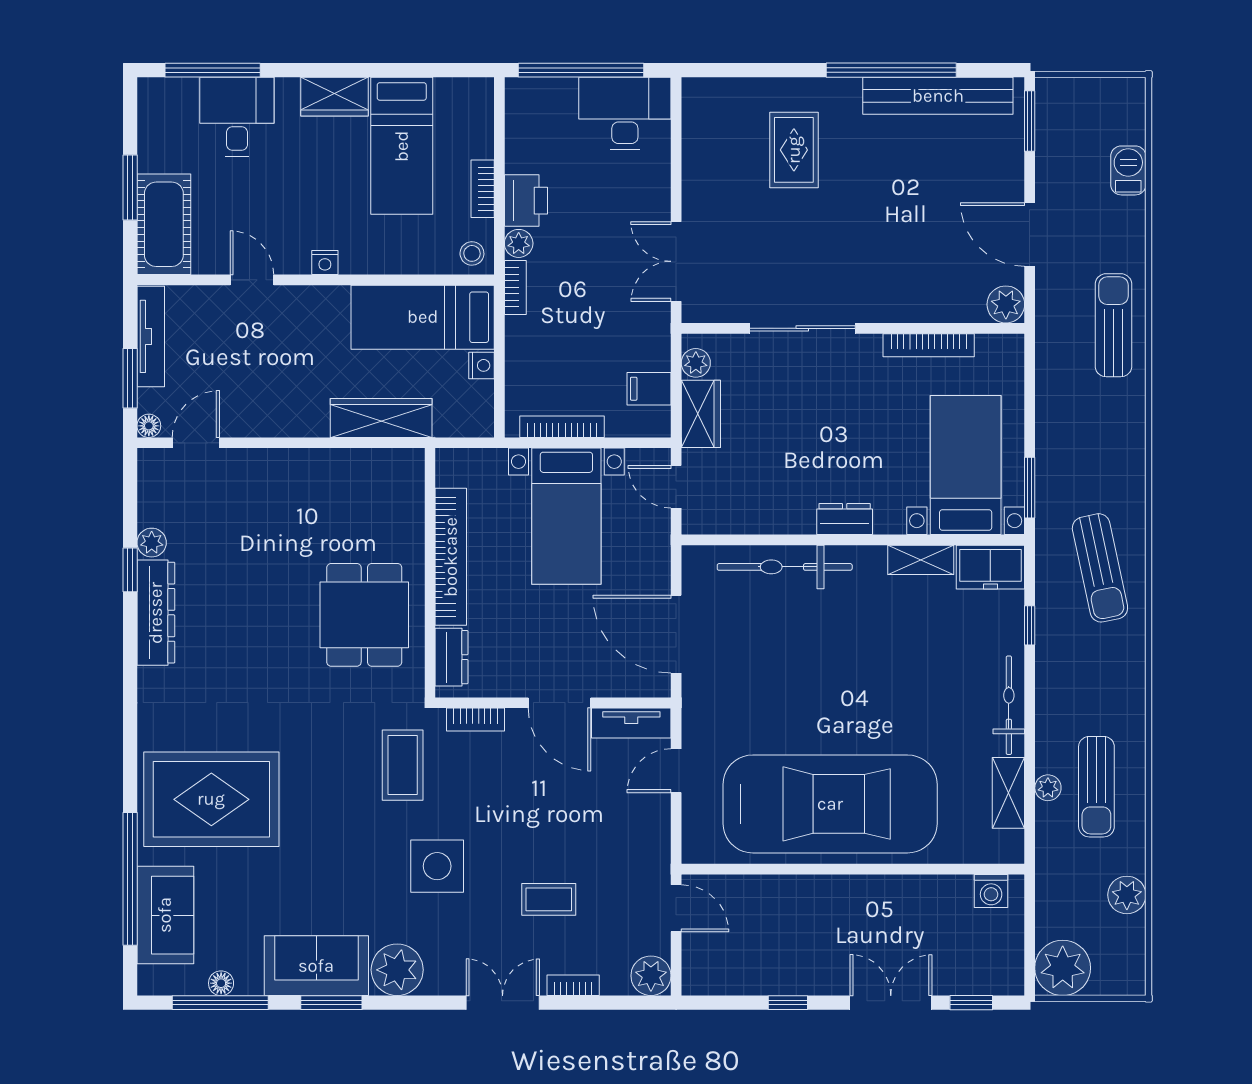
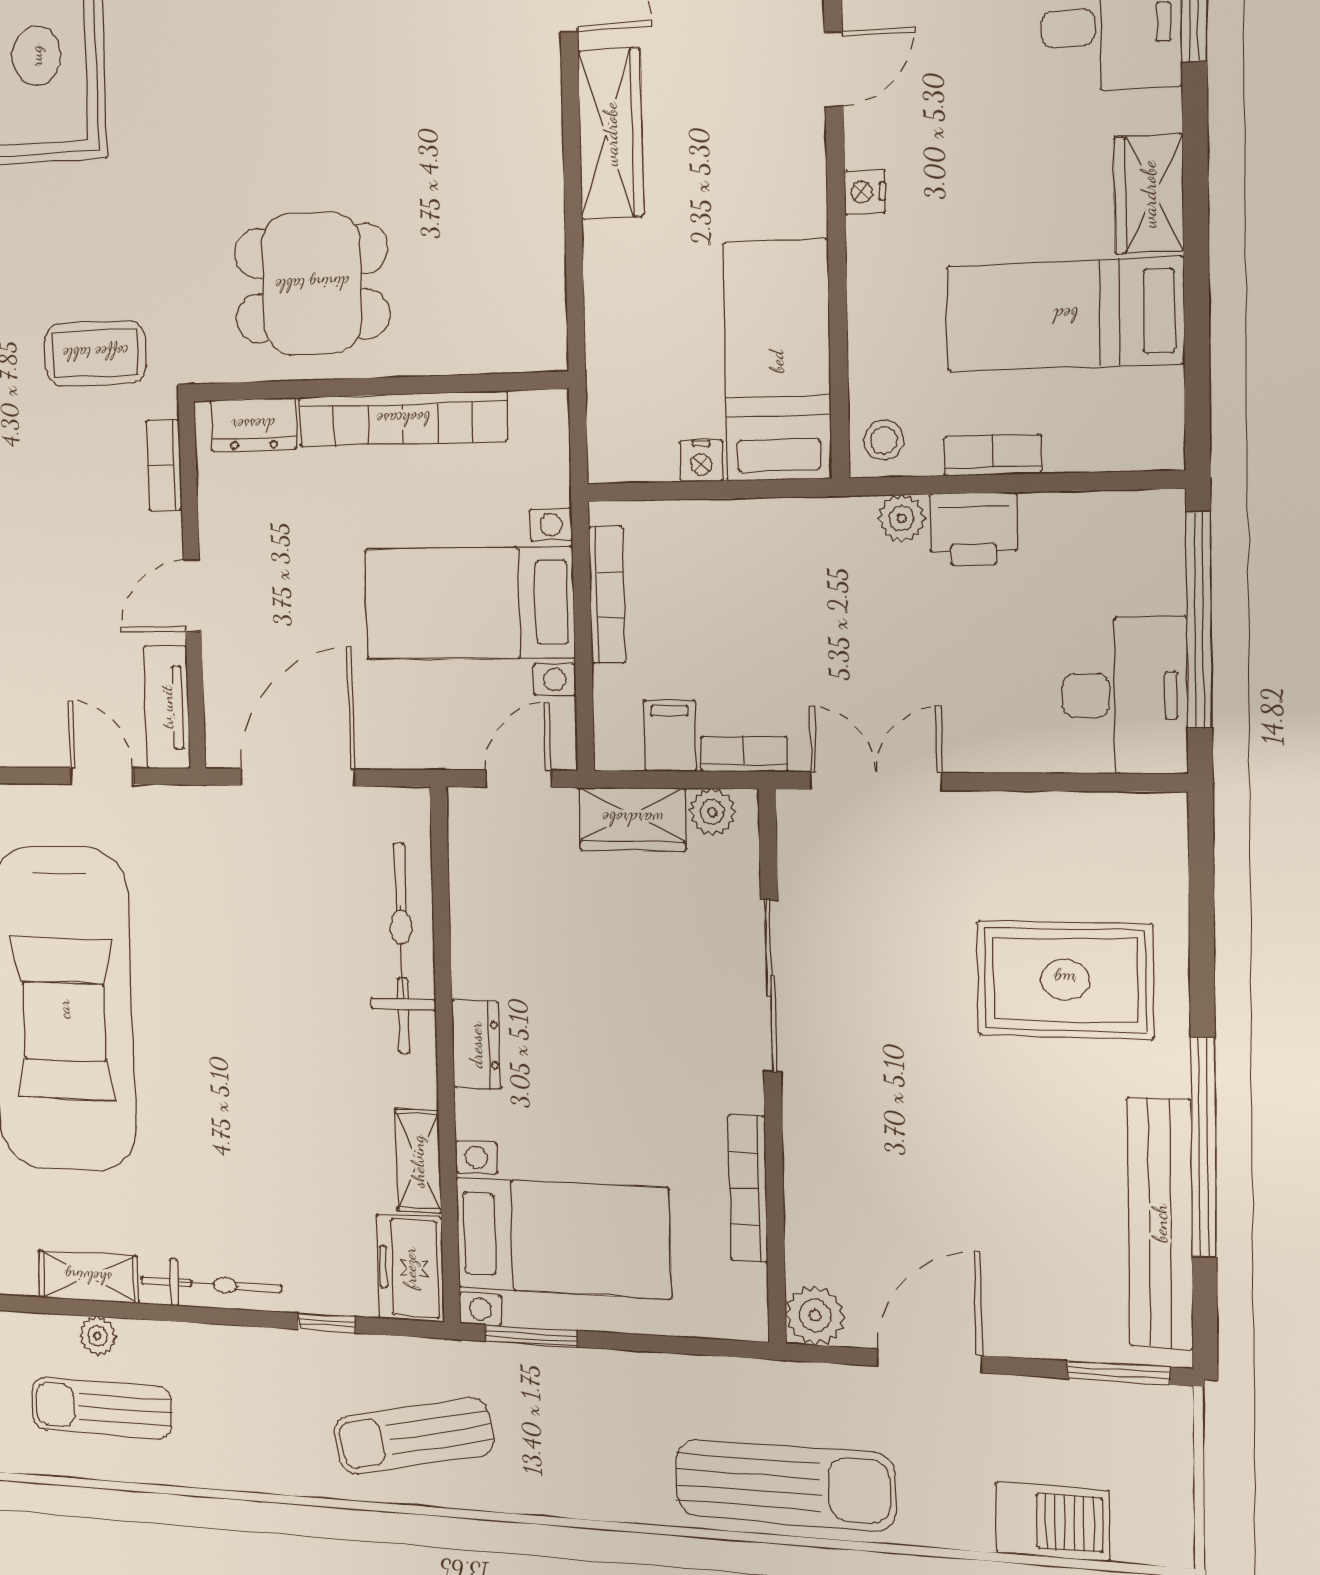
rug: (794, 150) -> (1065, 980), width x1.36, depth x1.43
barbecue: (1128, 170) -> (1053, 1522), width x1.38, depth x1.27
bookcase: (515, 287) -> (744, 754), moved, turned 180
sun lounger: (1113, 325) -> (785, 1485), width x1.36, depth x1.34
wardrobe: (381, 418) -> (611, 134), moved
door: (559, 703) -> (192, 596), width x0.73

